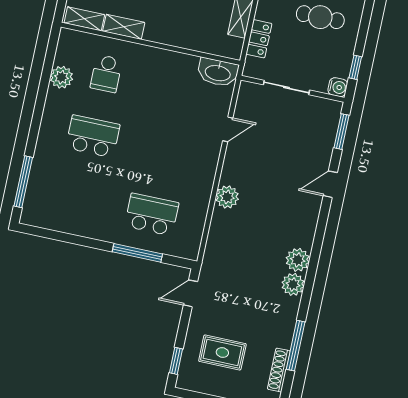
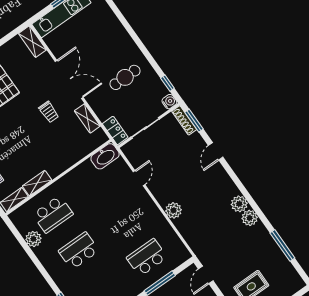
locker: (259, 39) -> (115, 130), moved
school desk: (106, 74) -> (53, 214), width x1.85
shoe rack: (279, 370) -> (184, 120), moved

